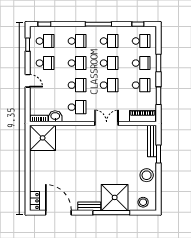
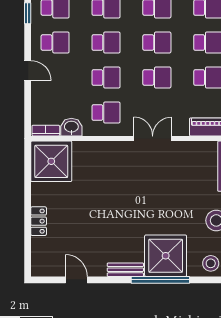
locker: (35, 201) -> (39, 221), moved
door: (58, 213) -> (76, 280), width x0.53

